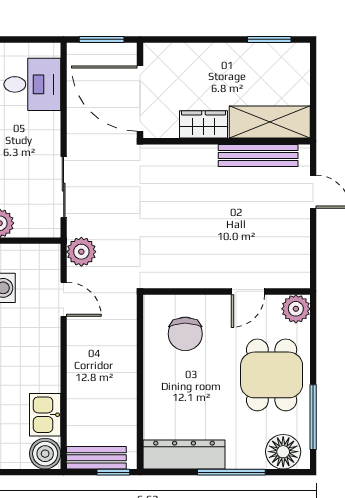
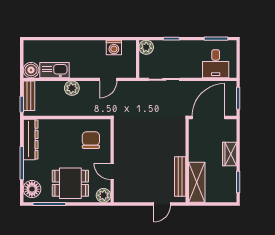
wardrobe: (204, 124) -> (230, 154), moved, turned 180
plant: (81, 252) -> (72, 88), moved
chair: (185, 334) -> (91, 140), turned 90
kitchen sink: (45, 415) -> (54, 70), width x1.38

